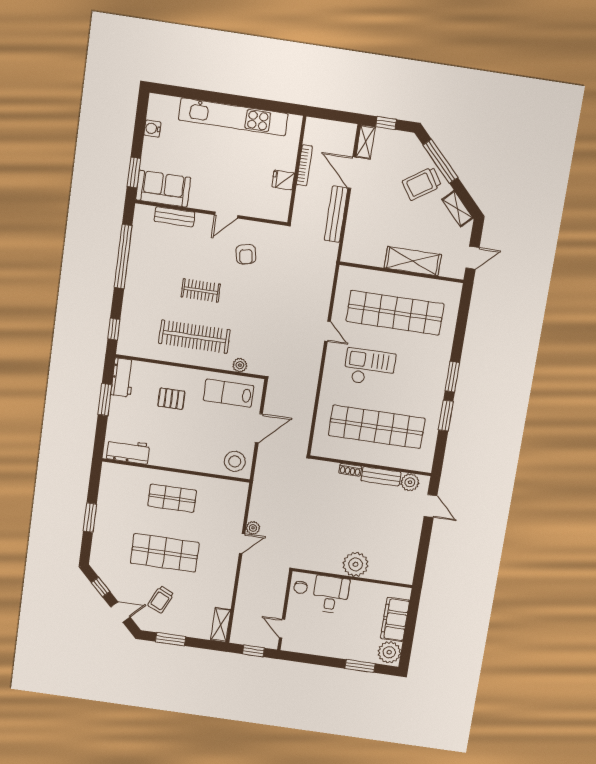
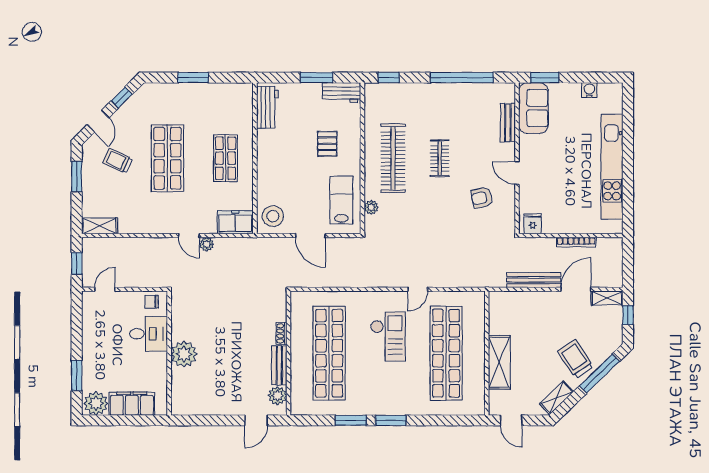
fridge: (283, 180) -> (533, 224), moved
freezer: (236, 498) -> (235, 222), added

